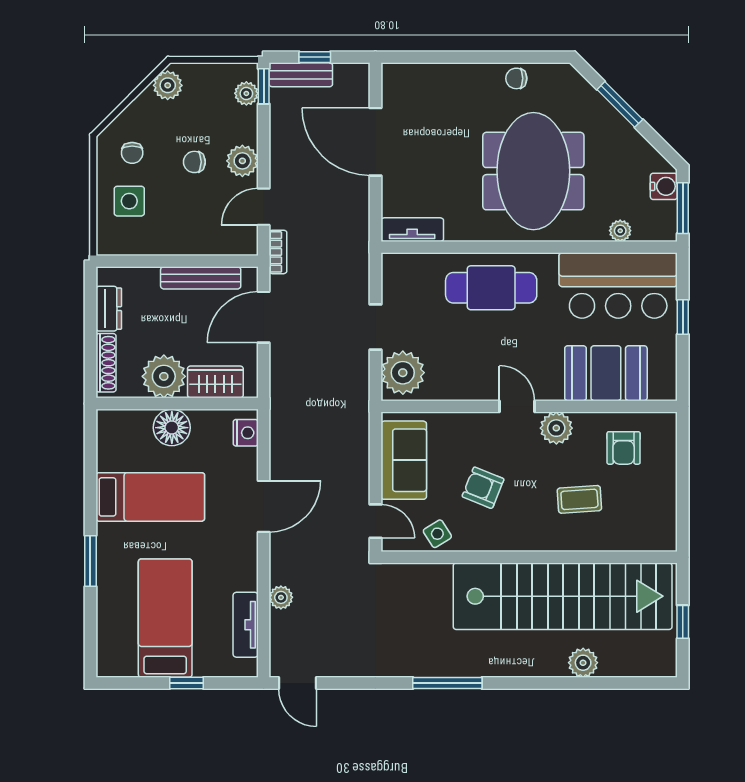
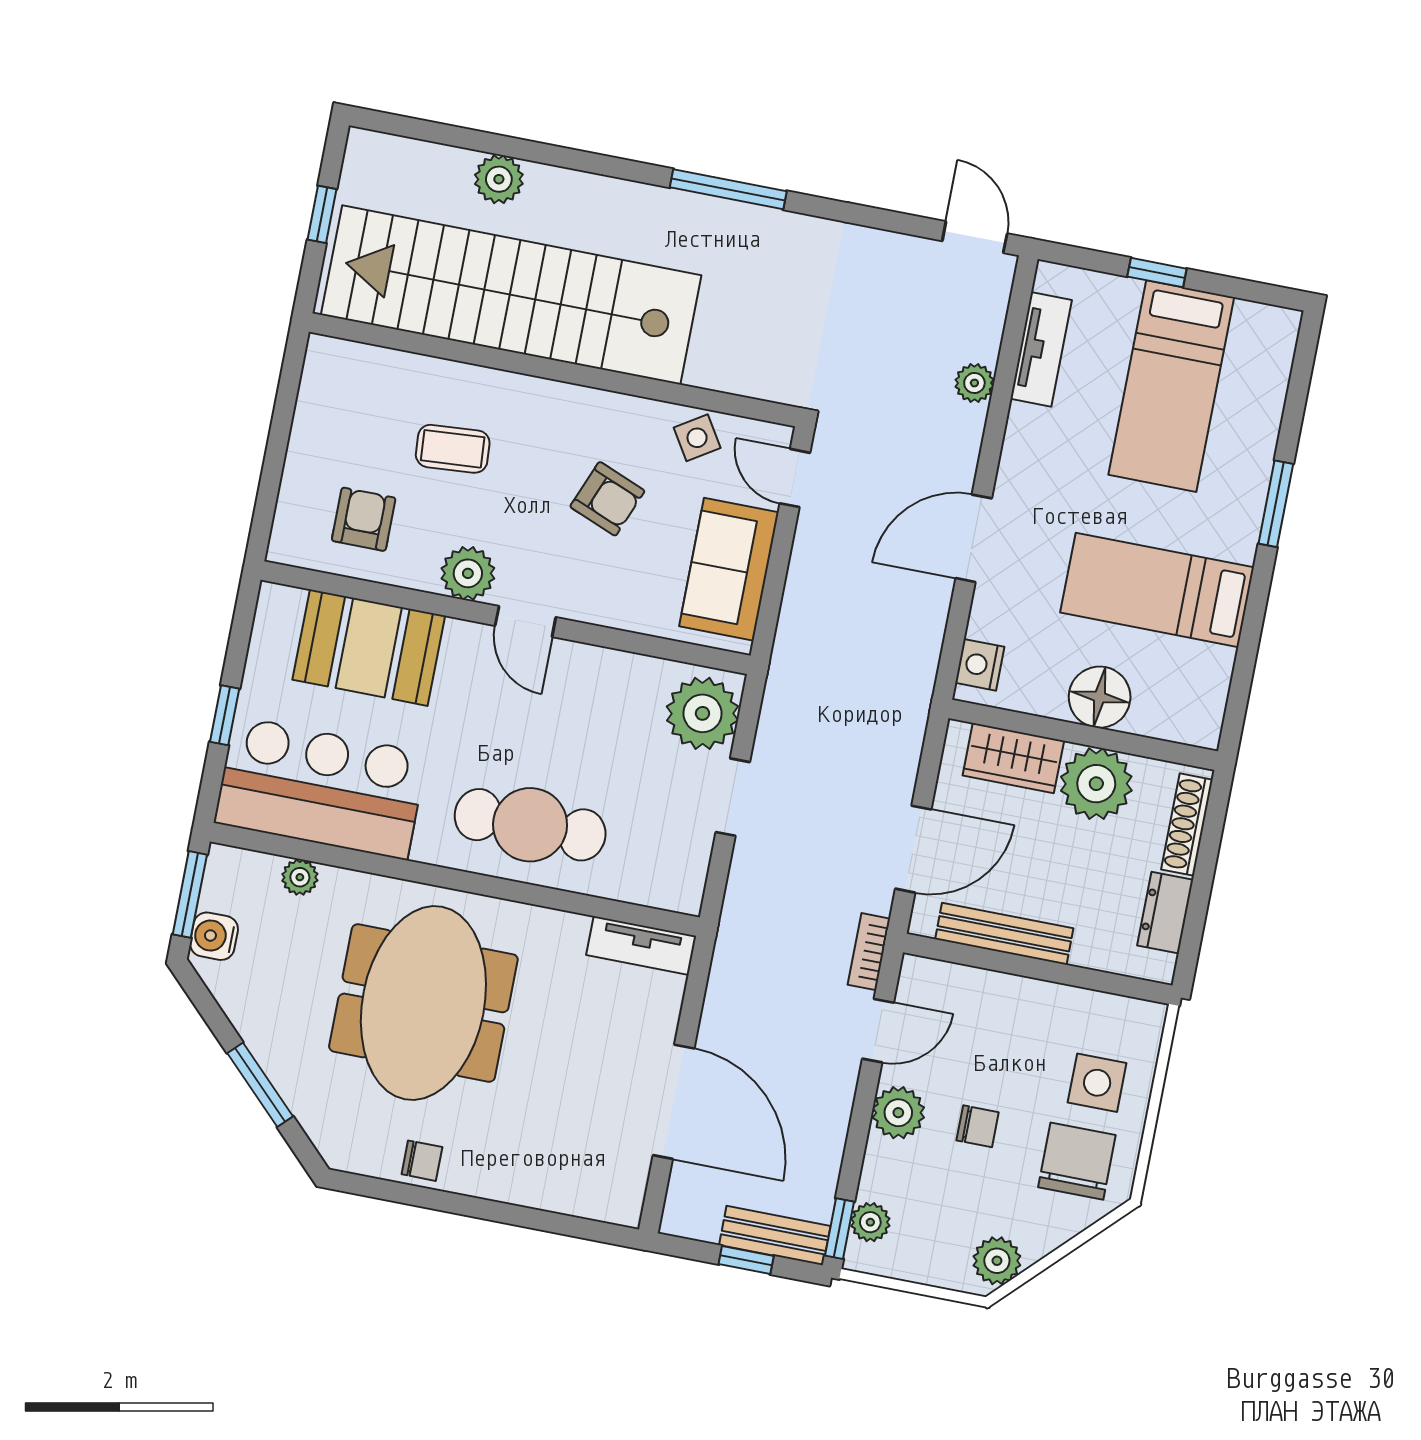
chair: (132, 153) -> (1077, 1161), width x1.87, depth x1.87

